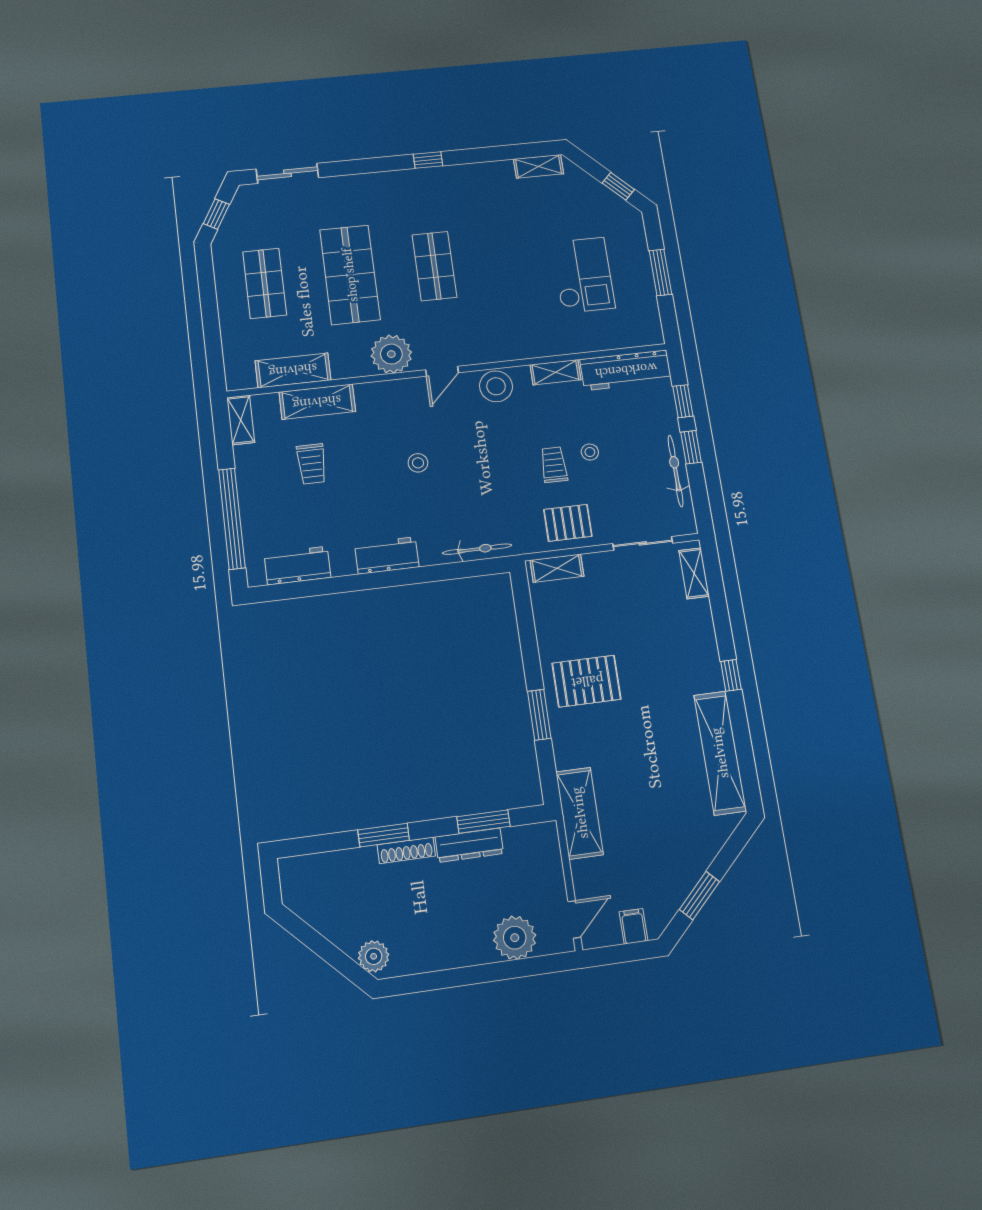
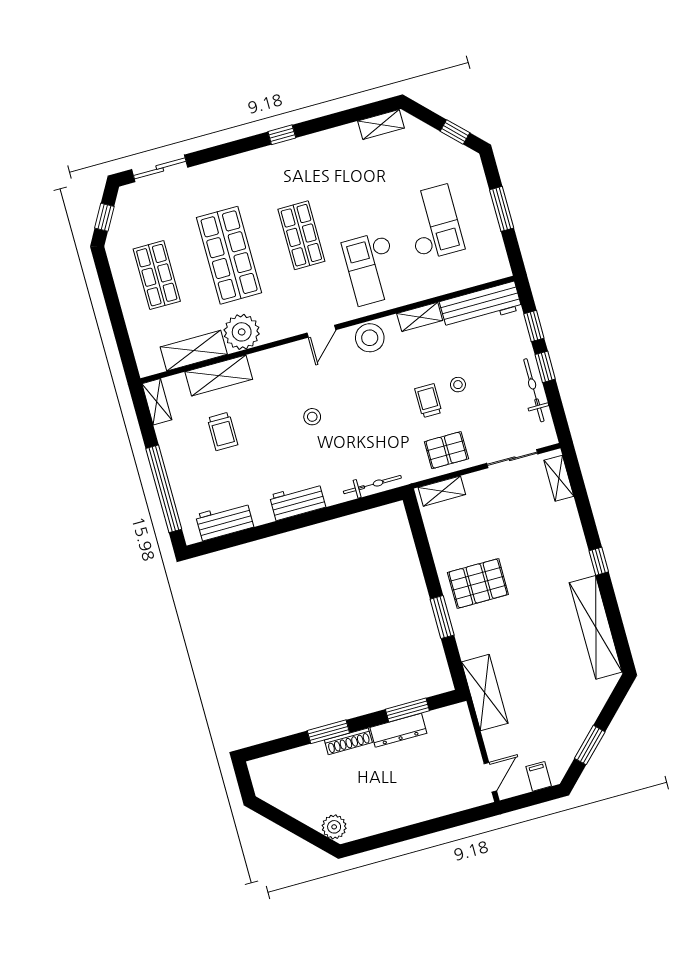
checkout: (509, 313) -> (372, 269), added
plant: (391, 354) -> (242, 332), moved
plant: (515, 938) -> (444, 798), removed

